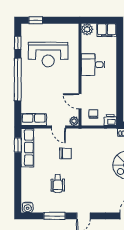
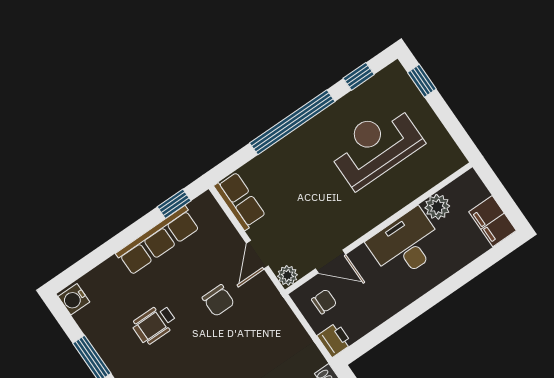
plant: (87, 29) -> (437, 207), moved
reception desk: (48, 55) -> (375, 146), turned 90
desk: (93, 65) -> (406, 244), width x1.37
door: (80, 101) -> (330, 262), swing flipped
row of seats: (27, 148) -> (158, 240), moved

